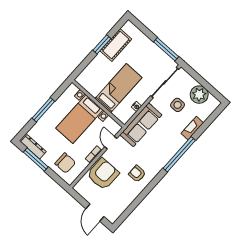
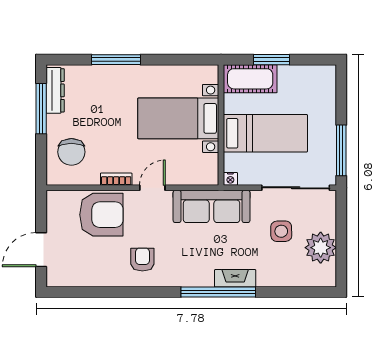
cot: (116, 45) -> (250, 79), moved
bed: (118, 88) -> (265, 133), moved
wall: (98, 104) -> (221, 125), moved
bed with nightstands: (79, 119) -> (178, 118), moved
fireplace: (192, 128) -> (235, 278), moved

